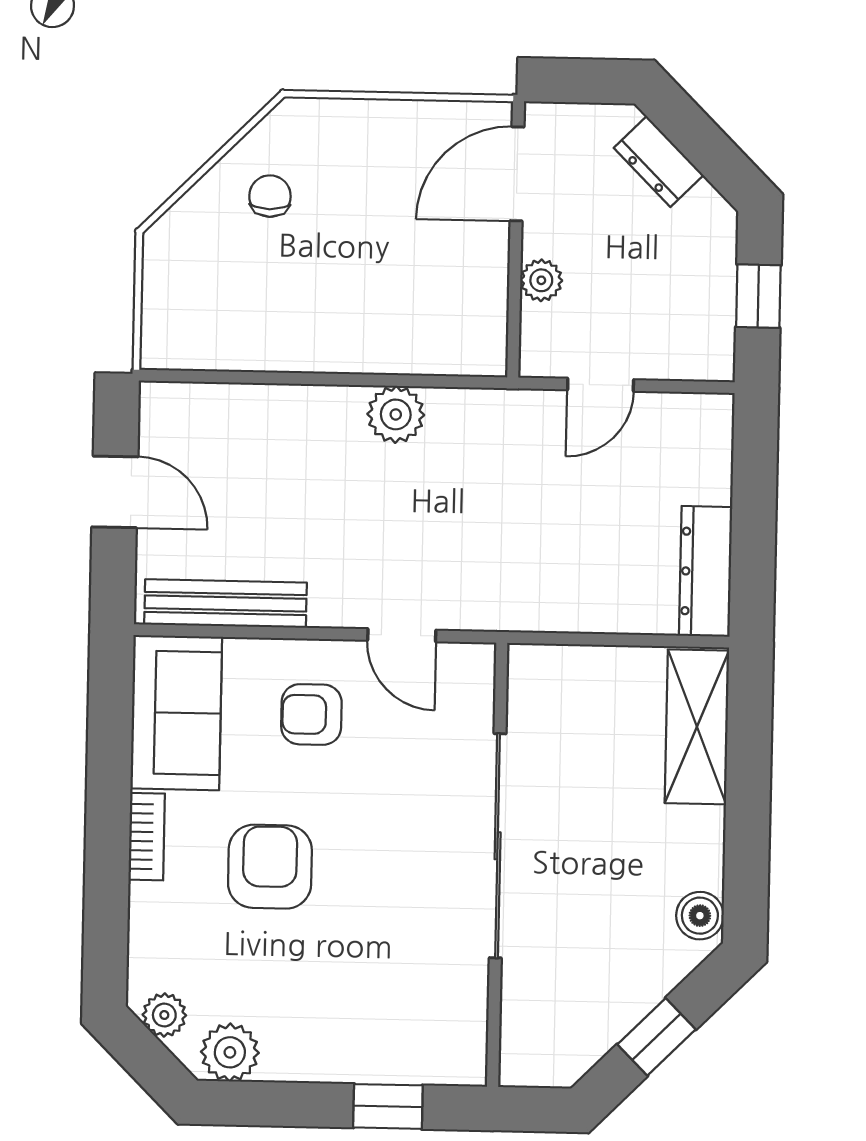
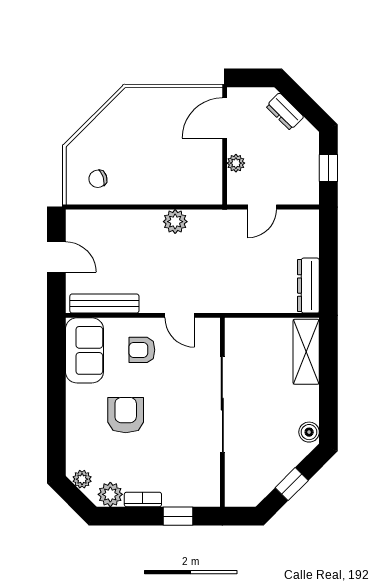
chair: (270, 196) -> (98, 179), moved, turned -107
bookcase: (147, 837) -> (143, 499), moved, turned -90

